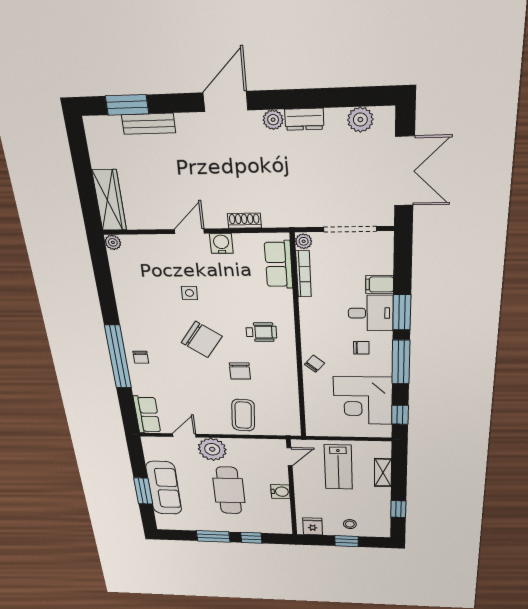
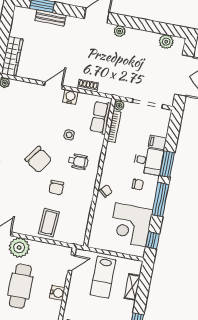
dresser: (304, 119) -> (136, 35), removed
side table: (189, 293) -> (69, 135), moved

